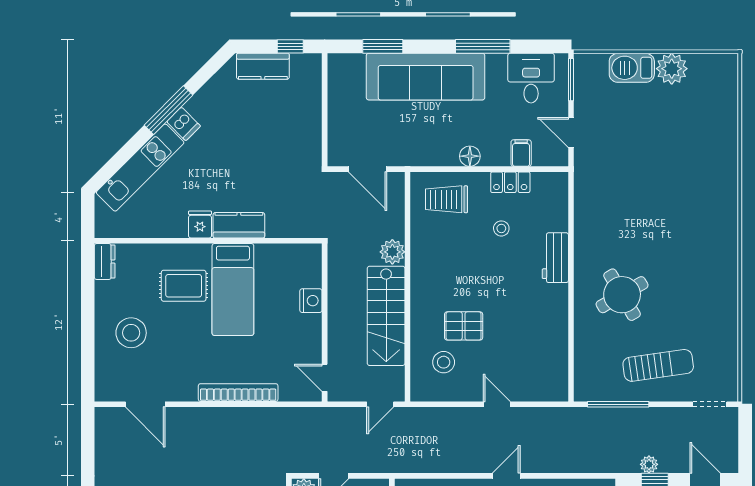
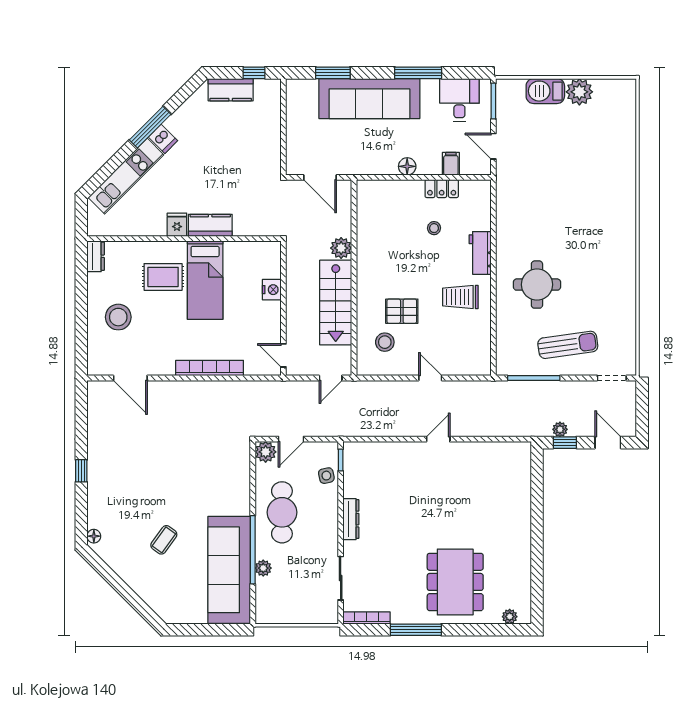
trolley: (447, 199) -> (460, 297), moved
round table: (622, 295) -> (537, 285), turned 30

